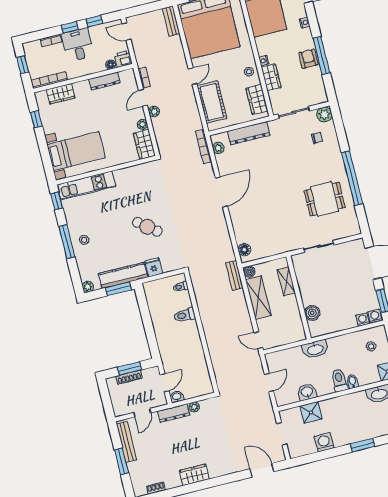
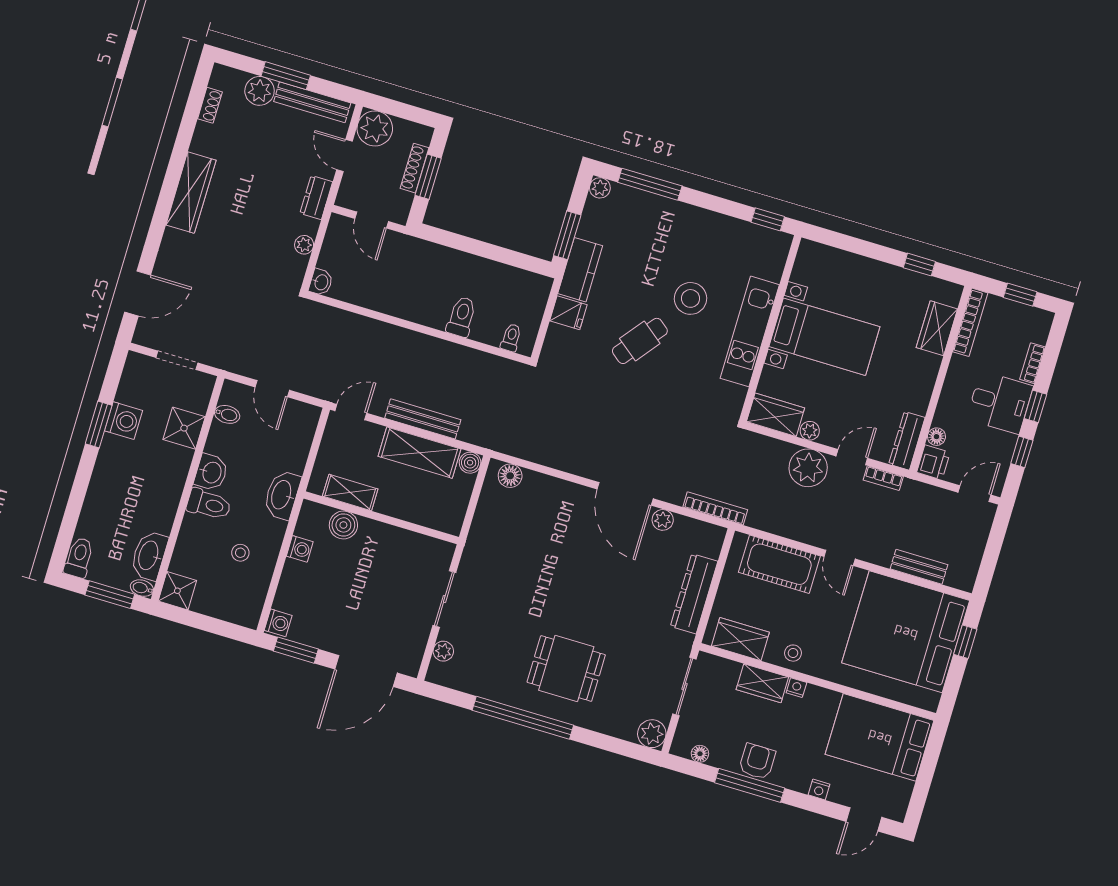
bench: (171, 21) -> (919, 567), moved
armchair: (308, 59) -> (757, 761), turned -90
dresser: (104, 81) -> (907, 441), moved
floor lamp: (320, 87) -> (700, 754), added
door: (143, 98) -> (852, 457), hinge flipped
plant: (154, 112) -> (808, 468), width x1.87, depth x1.87
chair: (317, 138) -> (621, 700), removed
plant: (218, 148) -> (663, 520), moved
bed with nightstands: (76, 151) -> (824, 337), moved, turned -90
kitchen unit: (86, 185) -> (750, 331), moved
dining table: (325, 199) -> (566, 668), moved, turned 90
plant: (343, 233) -> (443, 651), added
stool: (84, 240) -> (690, 298), moved, width x1.89, depth x1.89
window: (67, 242) -> (650, 184), moved
kitchen counter: (123, 275) -> (580, 270), width x0.67
bench: (235, 275) -> (423, 419), moved, width x1.36
shelving: (286, 281) -> (350, 493), moved
washing machine: (362, 320) -> (300, 549), moved
stool: (371, 346) -> (240, 553), moved
bidet: (352, 381) -> (227, 414), moved
washbasin: (307, 392) -> (211, 472), moved
washbasin: (177, 397) -> (321, 282), moved
plant: (122, 406) -> (375, 128), added
dresser: (174, 413) -> (316, 197), width x0.70
window: (363, 445) -> (99, 425), moved
plant: (136, 469) -> (260, 91), added
wardrobe: (194, 475) -> (191, 193), width x1.50

